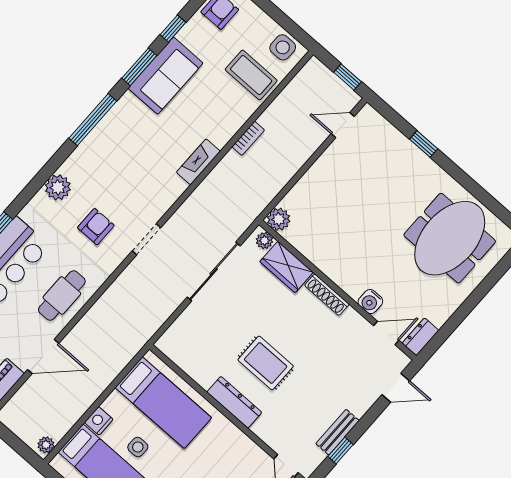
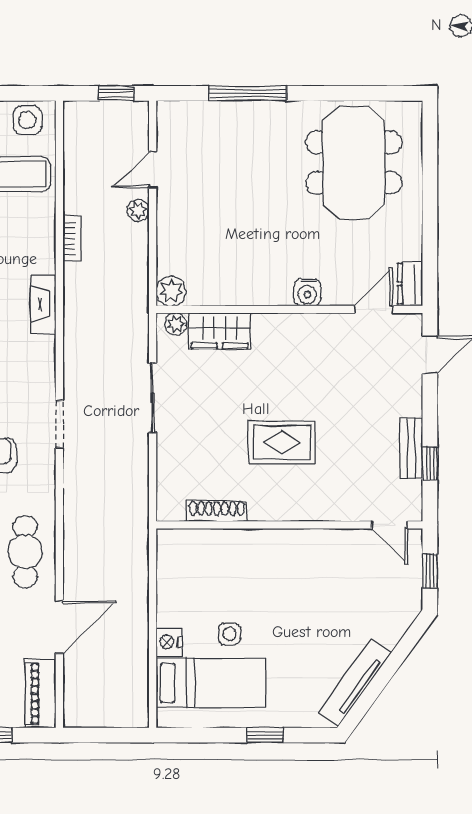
door: (343, 125) -> (153, 170), moved
window: (424, 144) -> (248, 93), width x2.17
sliding door: (214, 271) -> (153, 398), width x0.73
shoe rack: (327, 295) -> (217, 511), moved, turned 180
water cooler: (370, 302) -> (307, 292), moved
dresser: (234, 402) -> (285, 507), removed
bed: (163, 403) -> (216, 569), removed
plant: (46, 445) -> (138, 210), moved

